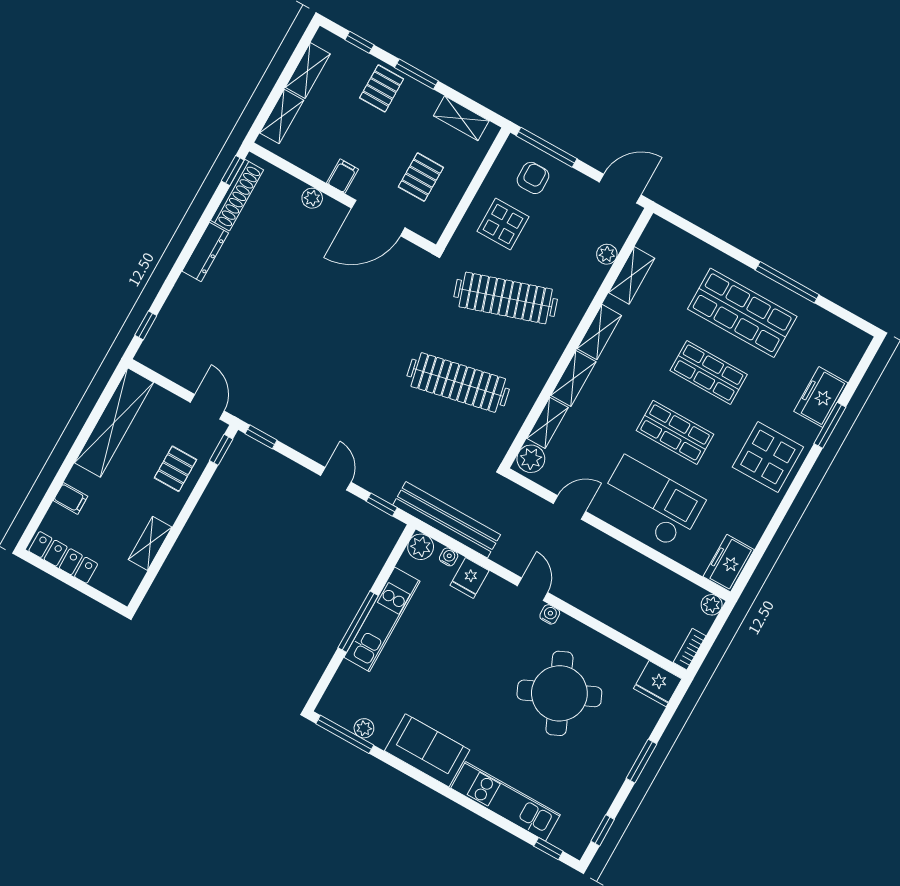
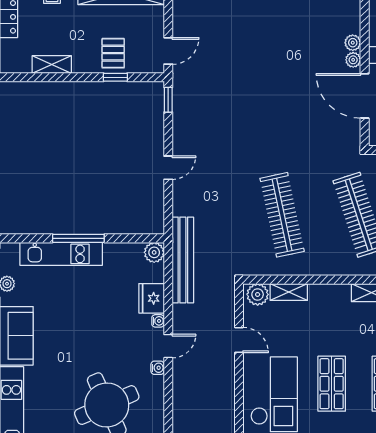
plant: (331, 208) -> (353, 60), added
shelving: (573, 378) -> (329, 293), removed
window: (221, 450) -> (115, 77), moved
pallet: (176, 469) -> (113, 53), turned 90
window: (382, 505) -> (168, 209), removed
water cooler: (449, 557) -> (158, 321), moved
fridge: (470, 578) -> (152, 298), width x1.38
kitchen unit: (382, 619) -> (61, 254), moved

